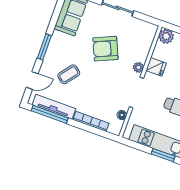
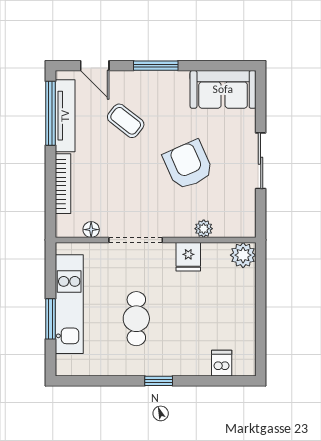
plant: (138, 67) -> (204, 229), moved

